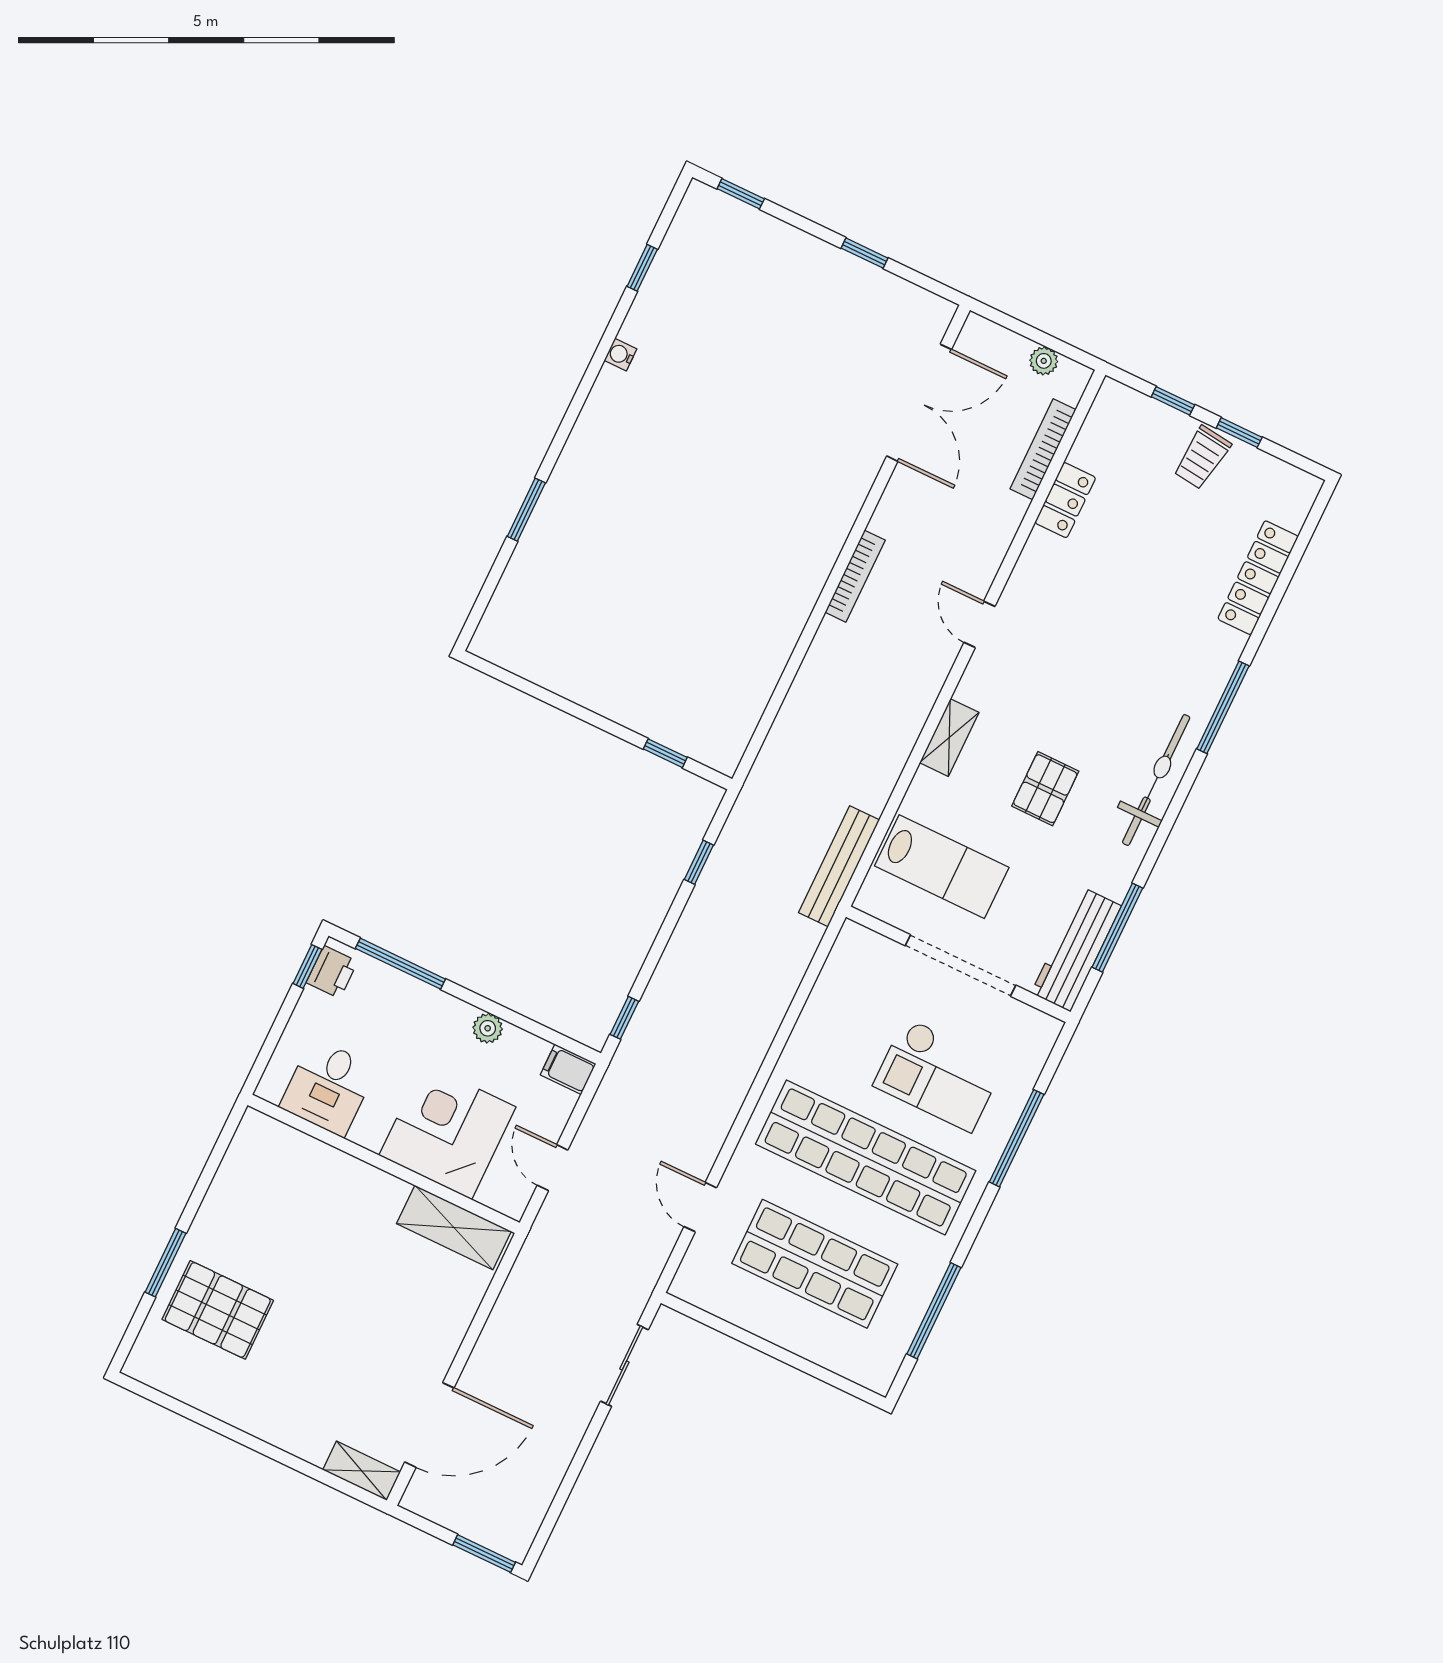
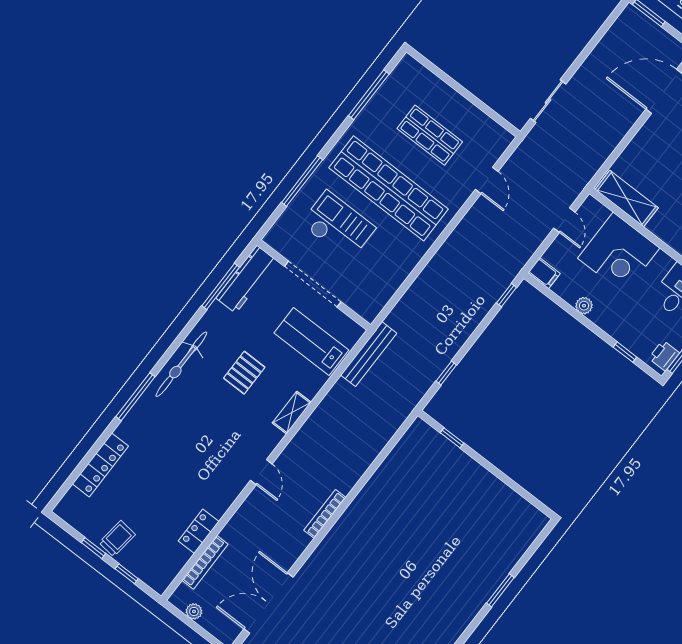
window: (400, 964) -> (625, 352), width x0.46
shop shelf: (815, 1264) -> (430, 135), width x0.70, depth x0.74

